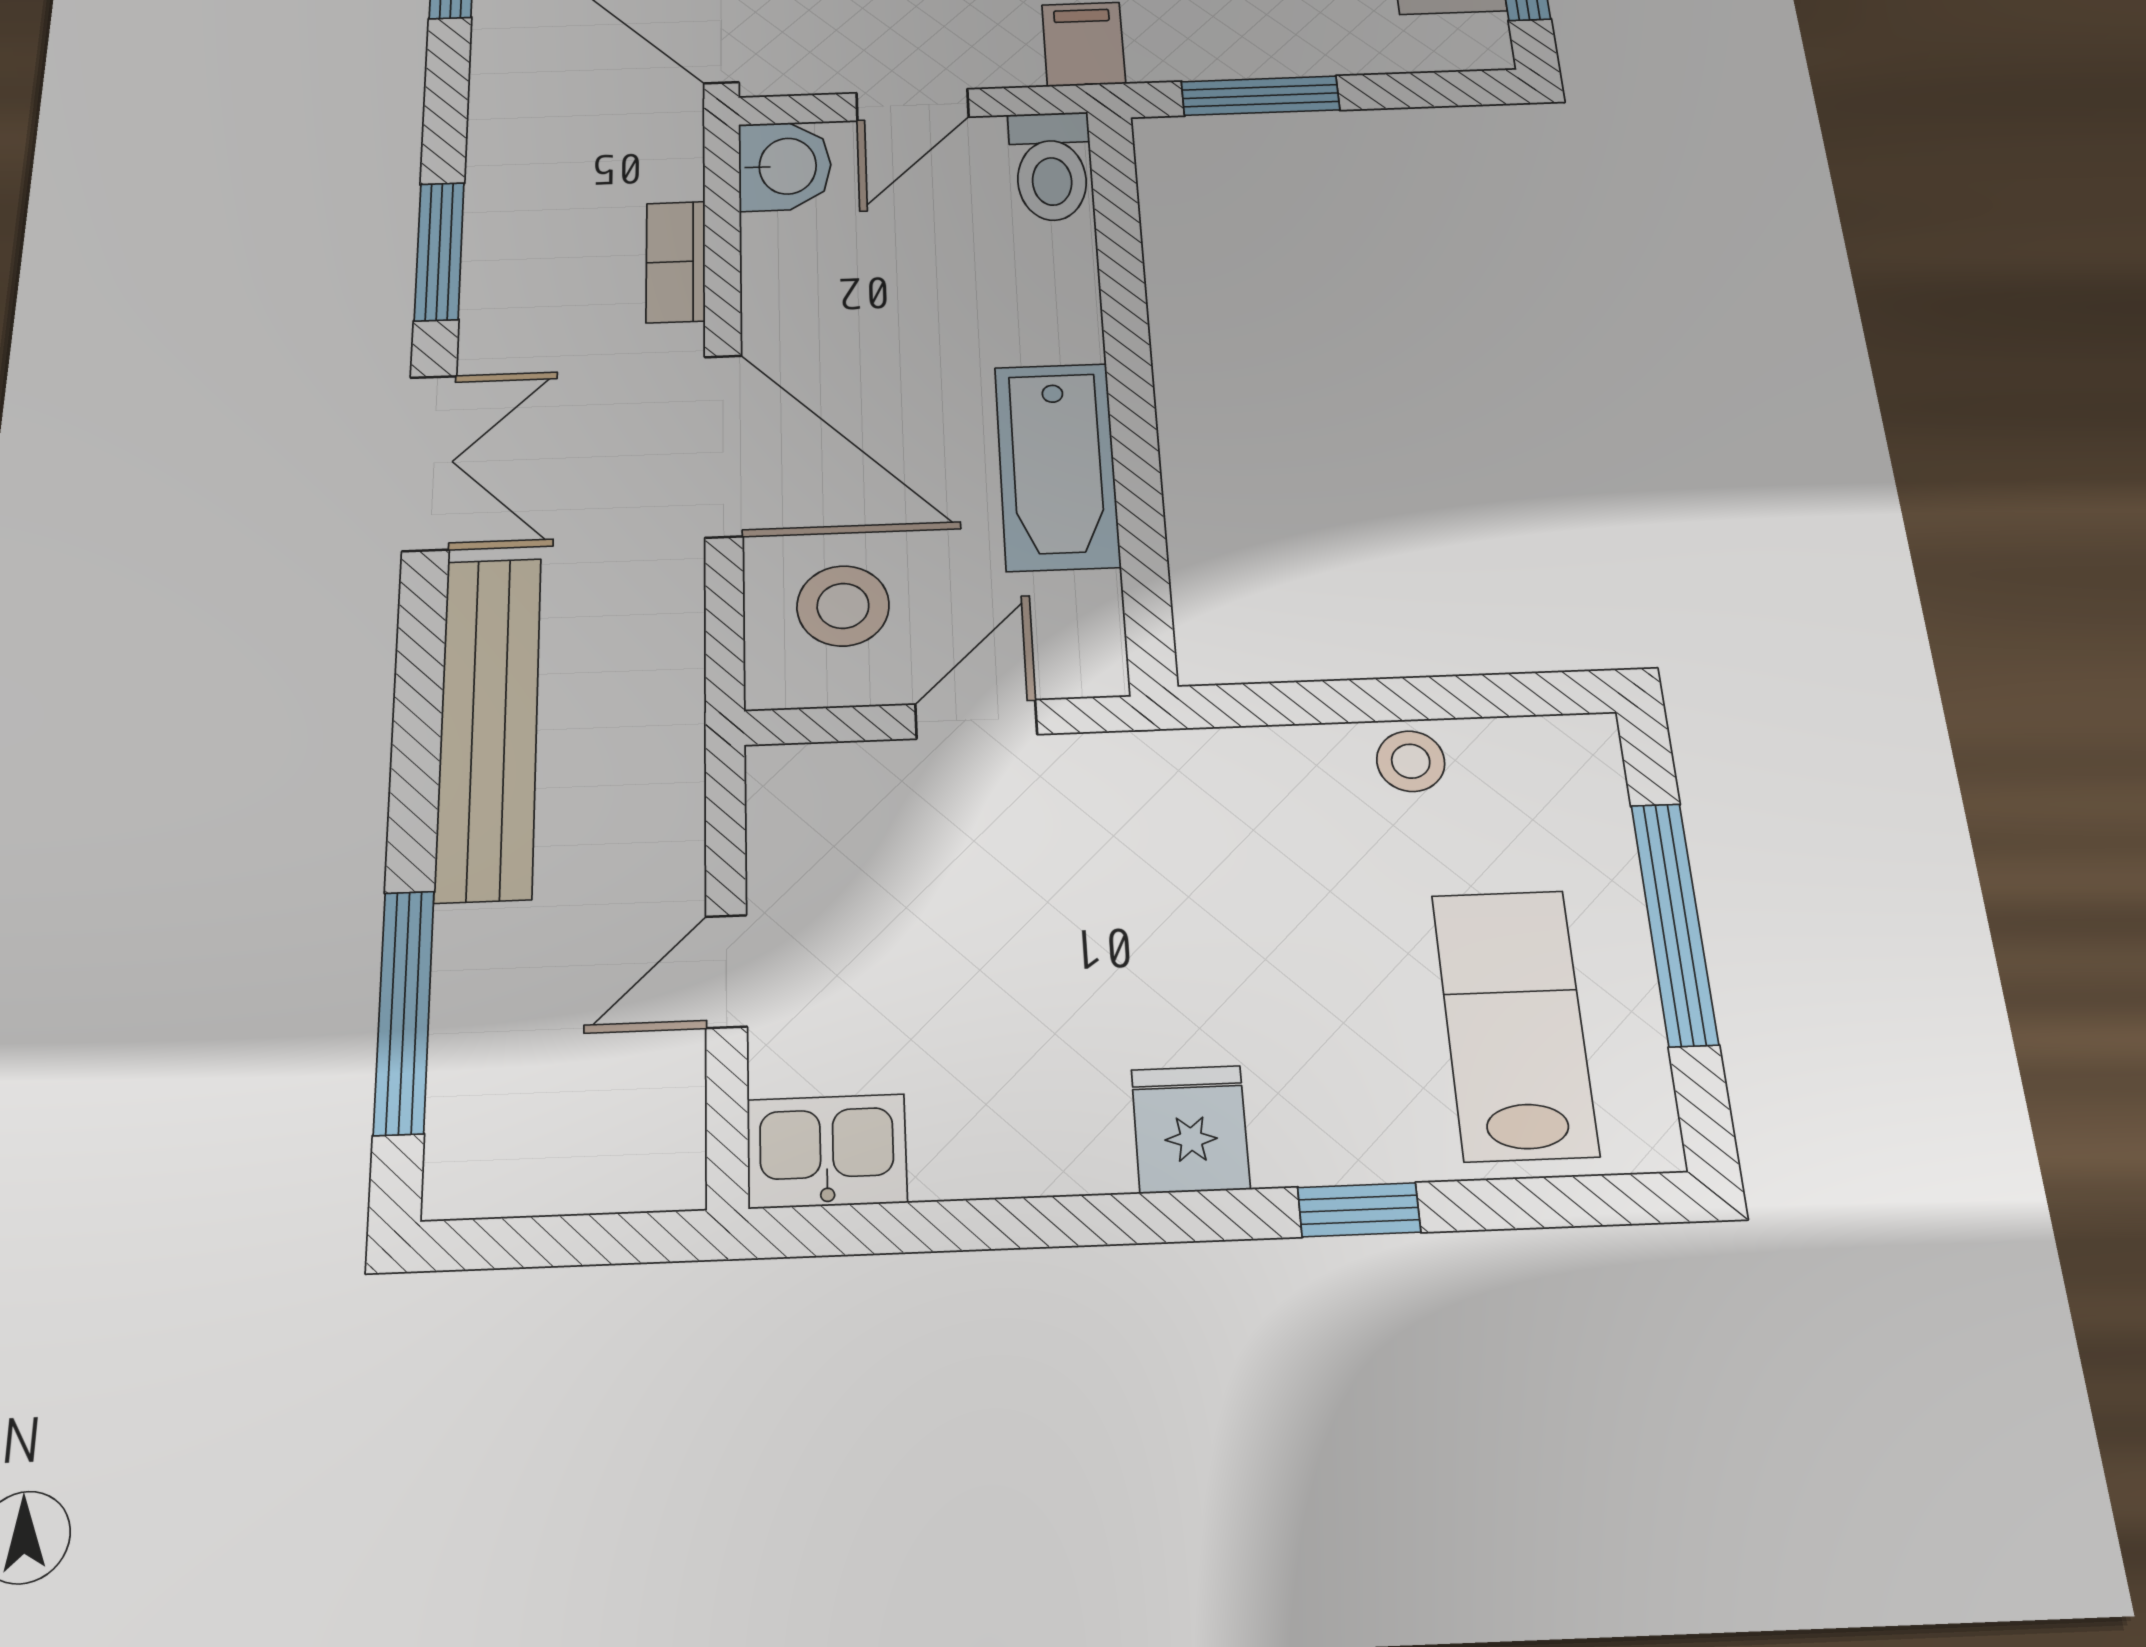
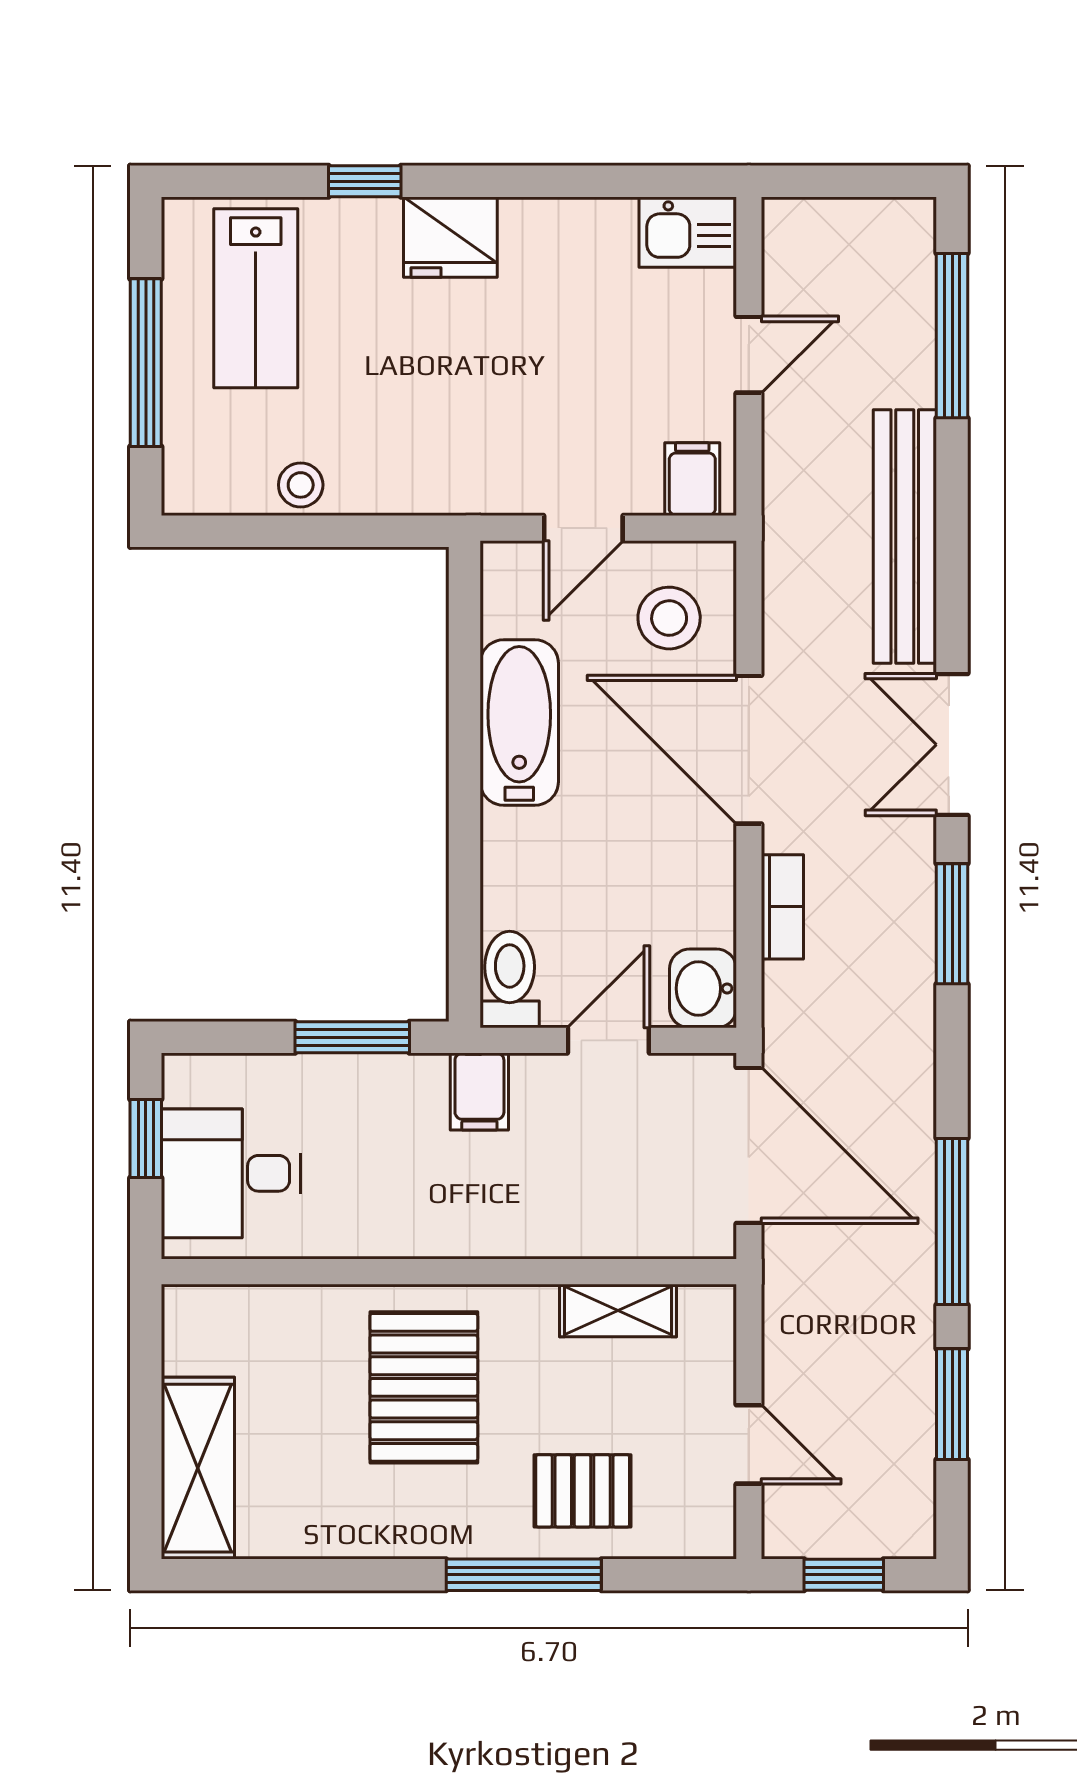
filing cabinet: (812, 792) -> (692, 479), added
fridge: (1190, 1129) -> (450, 237), width x1.38

